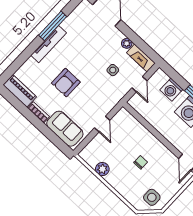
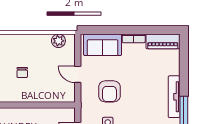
armchair: (66, 83) -> (109, 91), moved, turned 180
plant: (102, 169) -> (58, 41), moved

